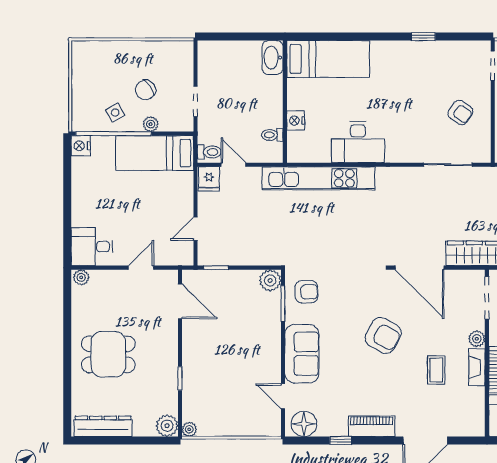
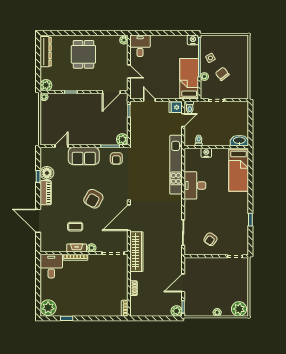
floor lamp: (304, 424) -> (47, 173), moved

